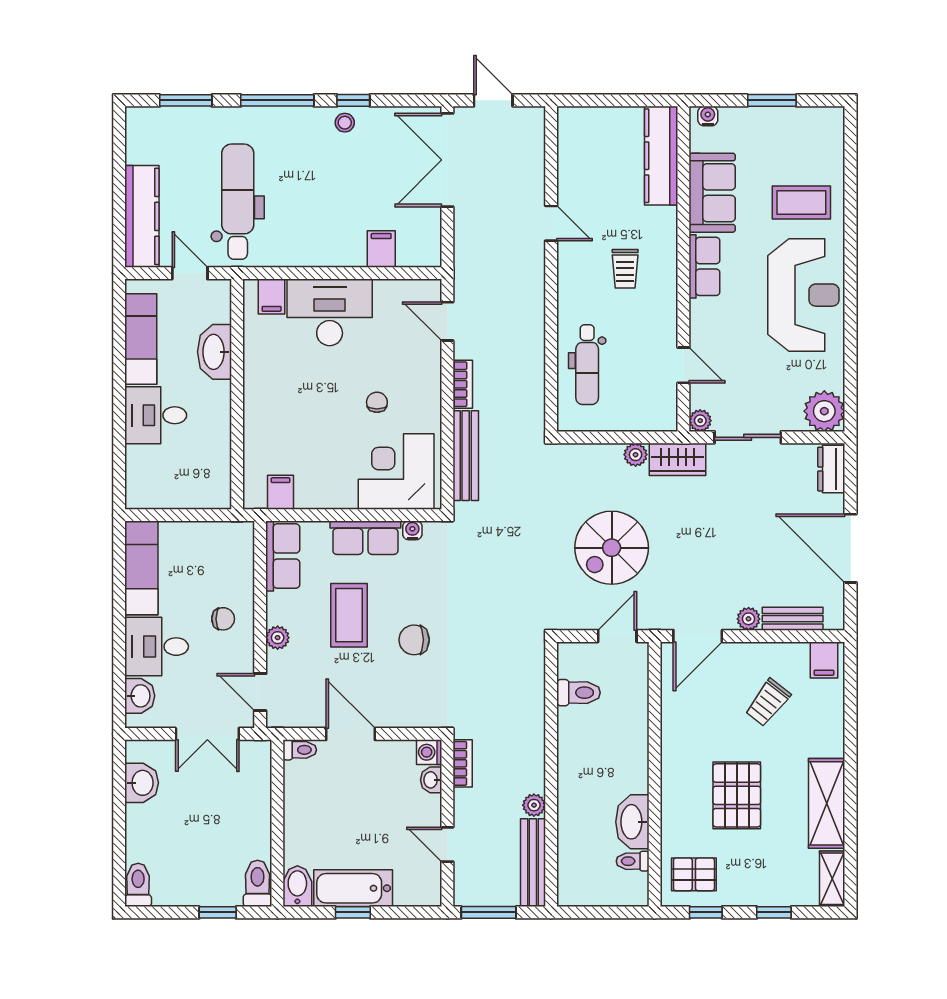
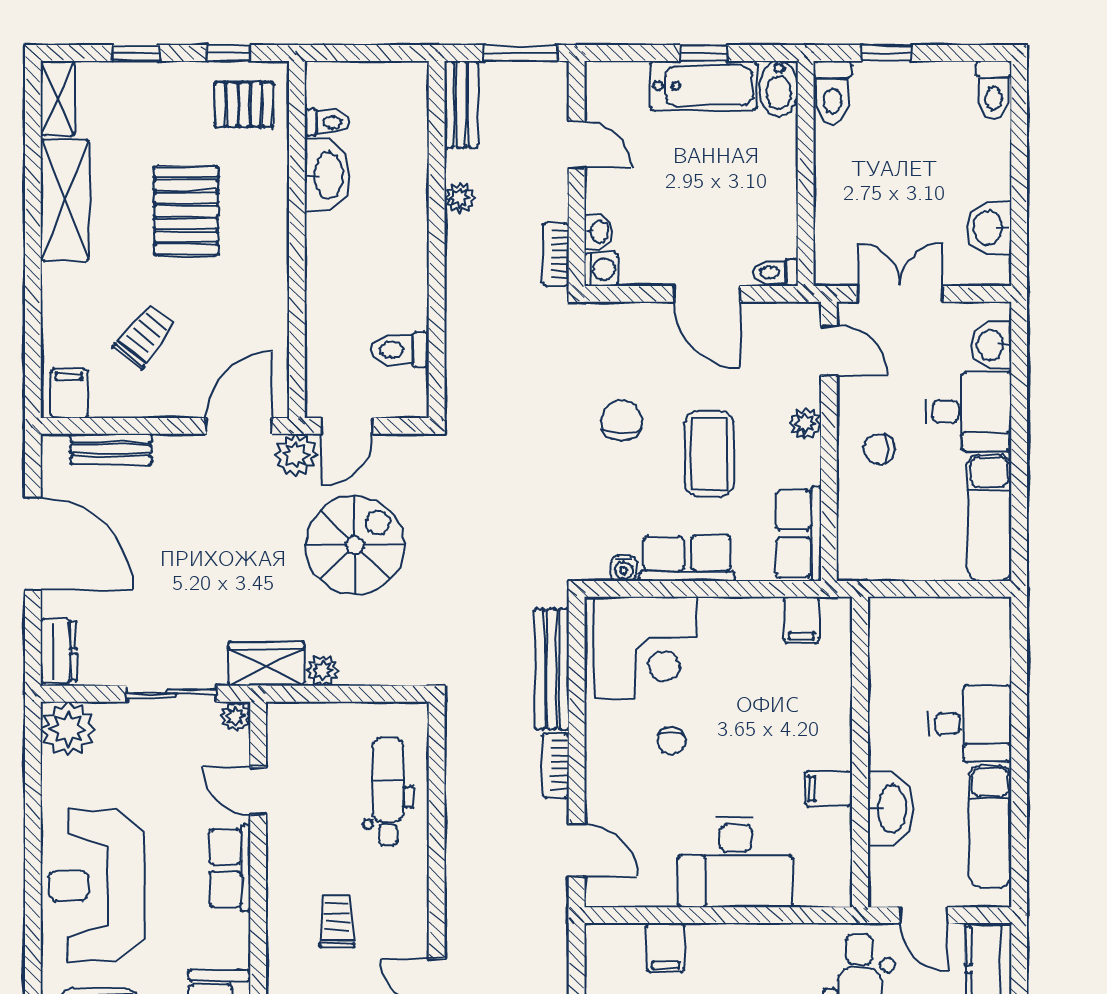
row of seats: (704, 266) -> (230, 868), moved
filing cabinet: (272, 297) -> (829, 789), moved, turned -90
plant: (749, 619) -> (296, 455), moved, width x1.38, depth x1.38
chair: (414, 640) -> (621, 421), turned -90
bench: (533, 863) -> (461, 104), width x0.73

